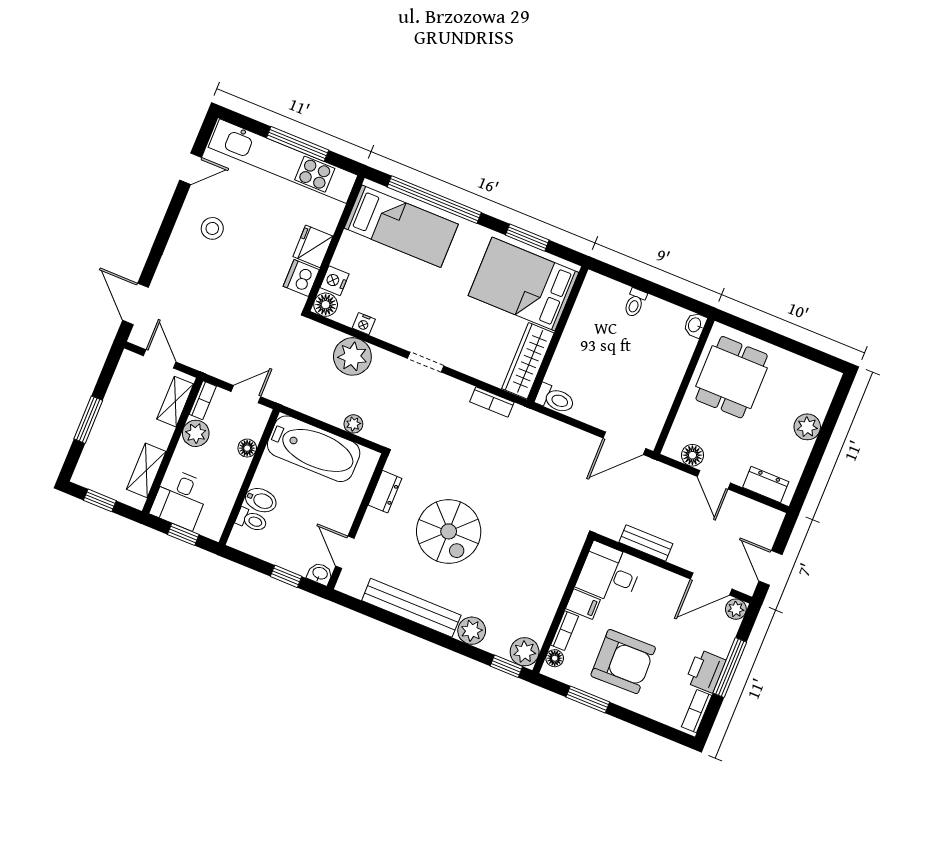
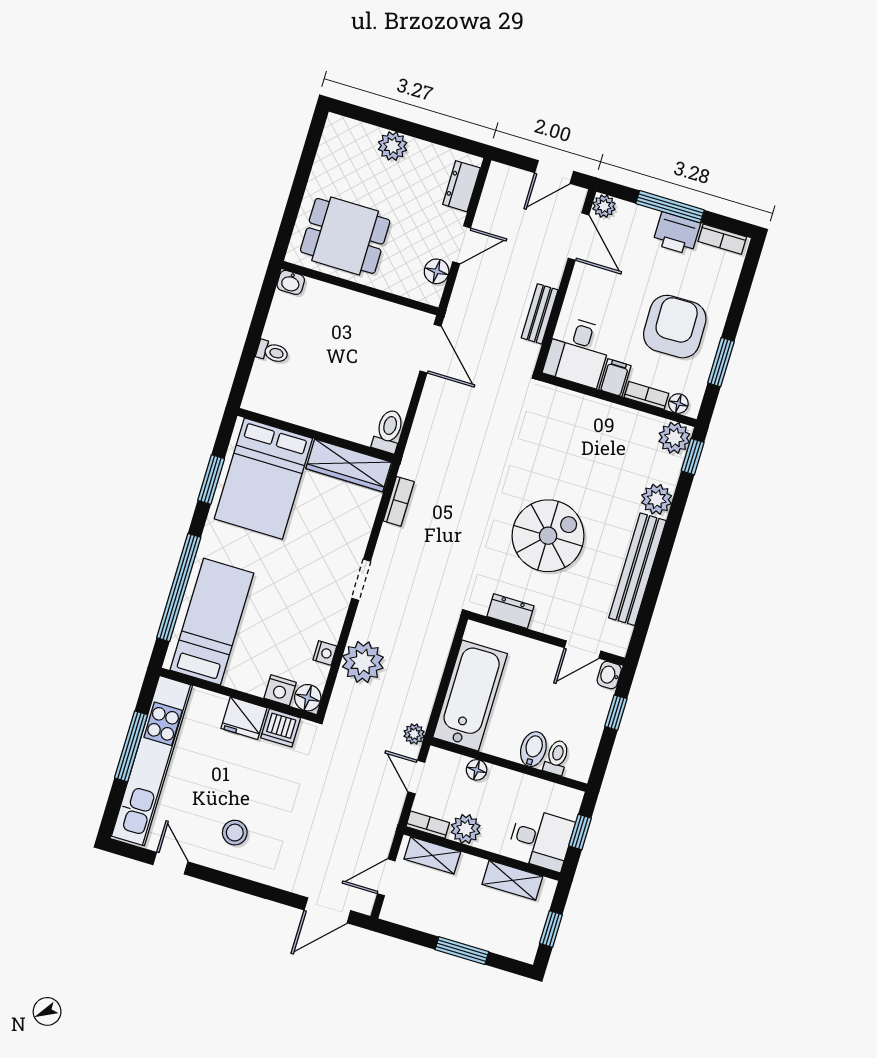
plant: (353, 424) -> (414, 734), moved

